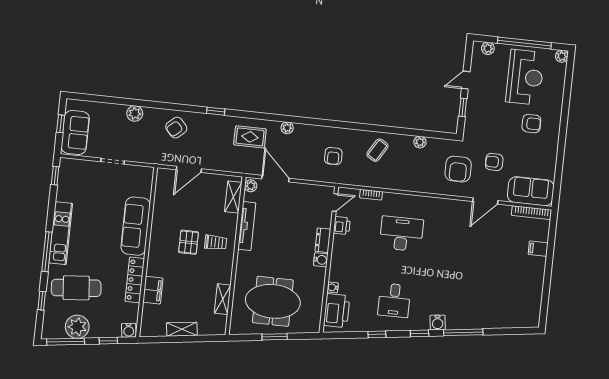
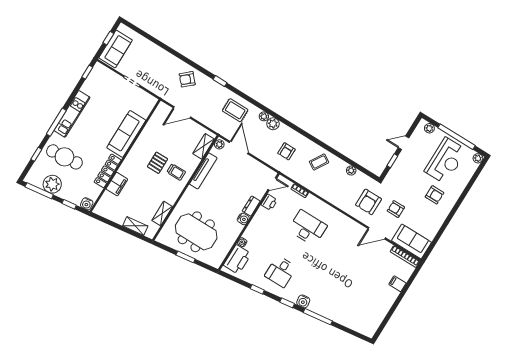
plant: (135, 113) -> (273, 124), moved
shelving: (182, 329) -> (135, 226), moved

